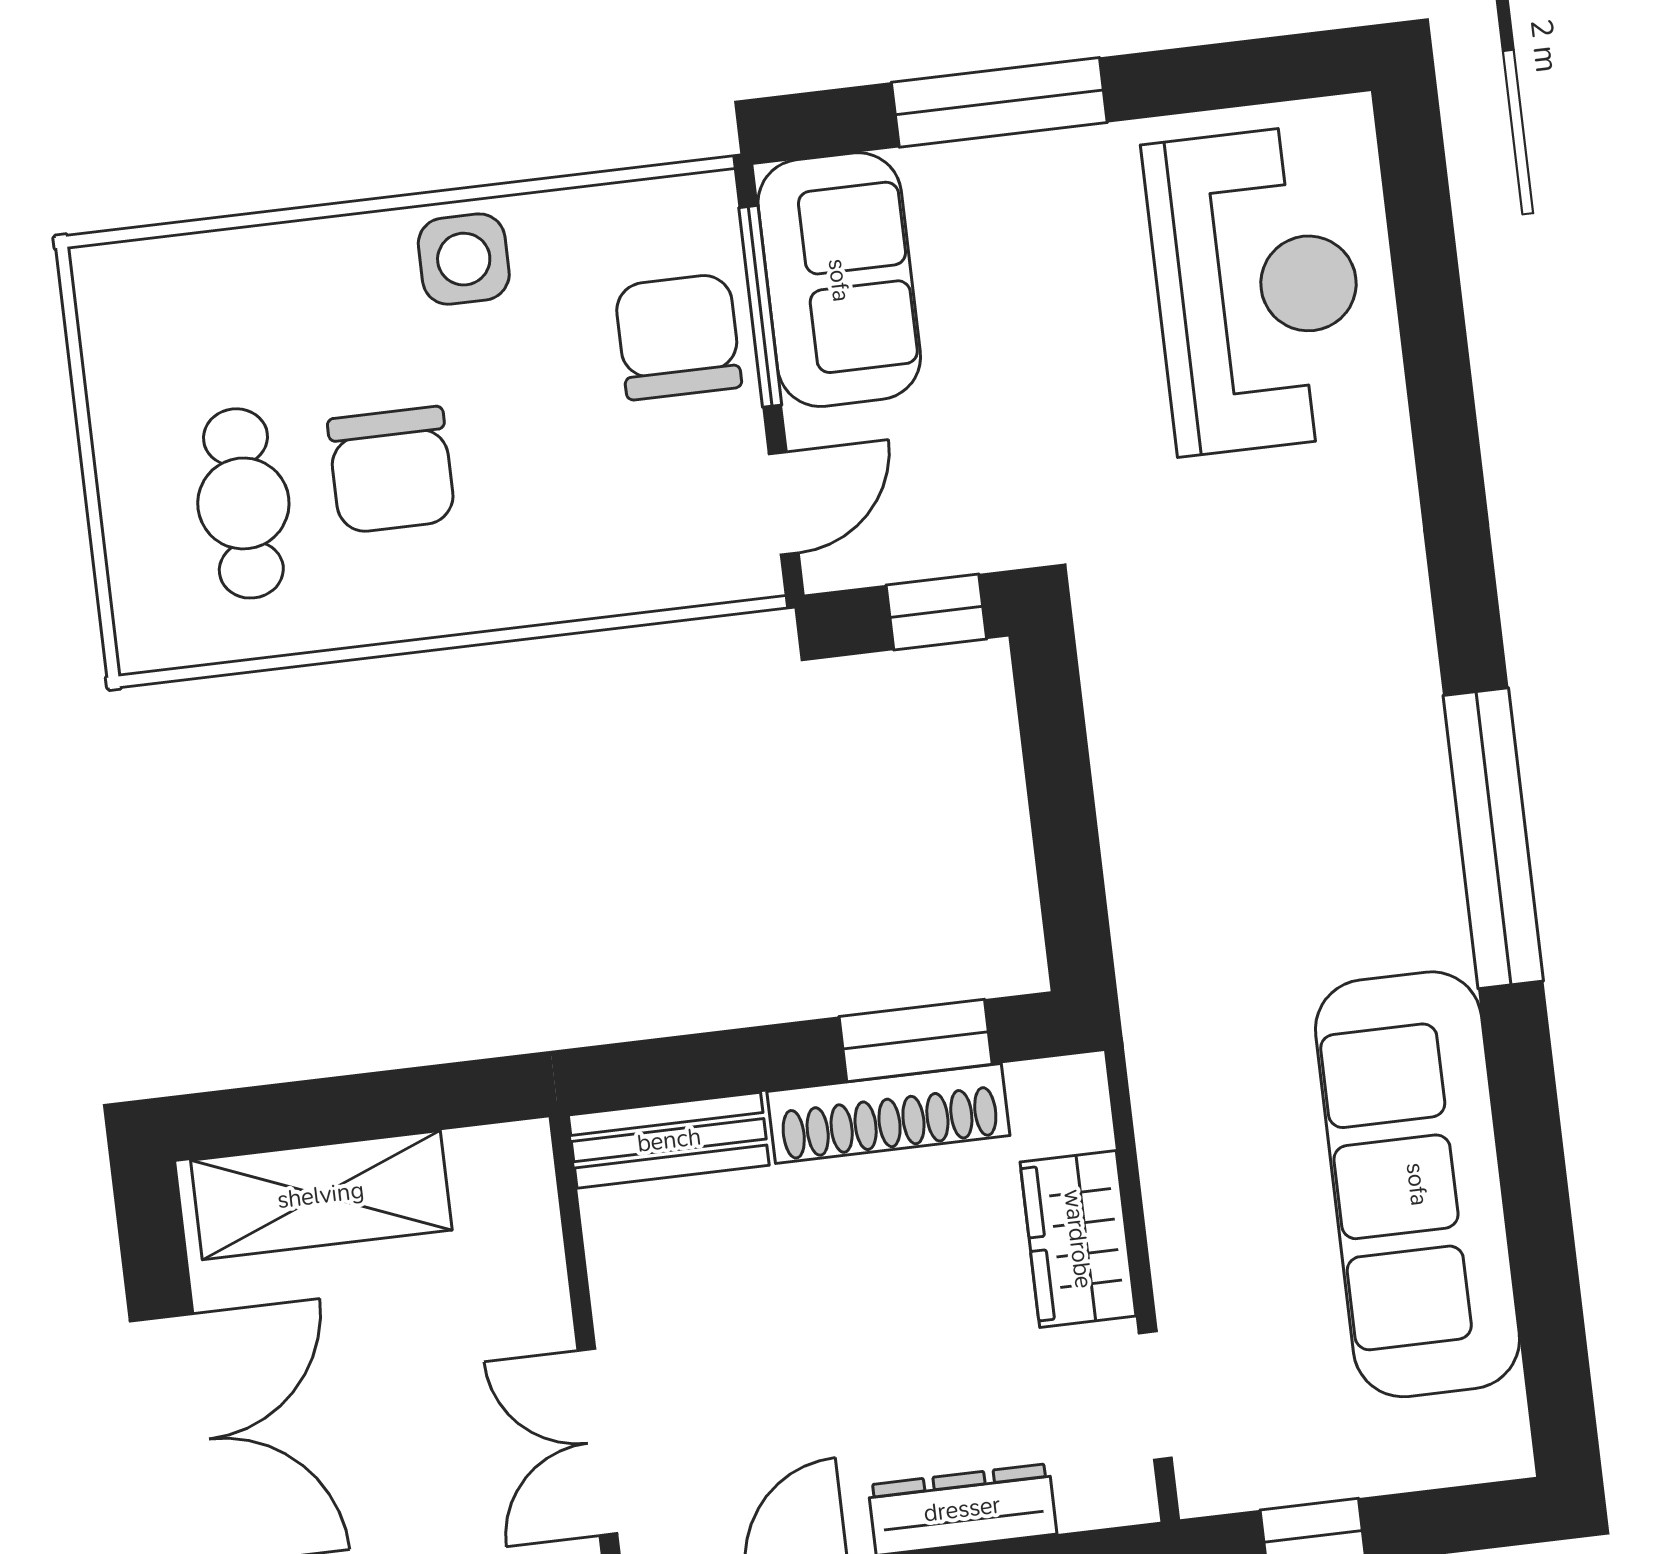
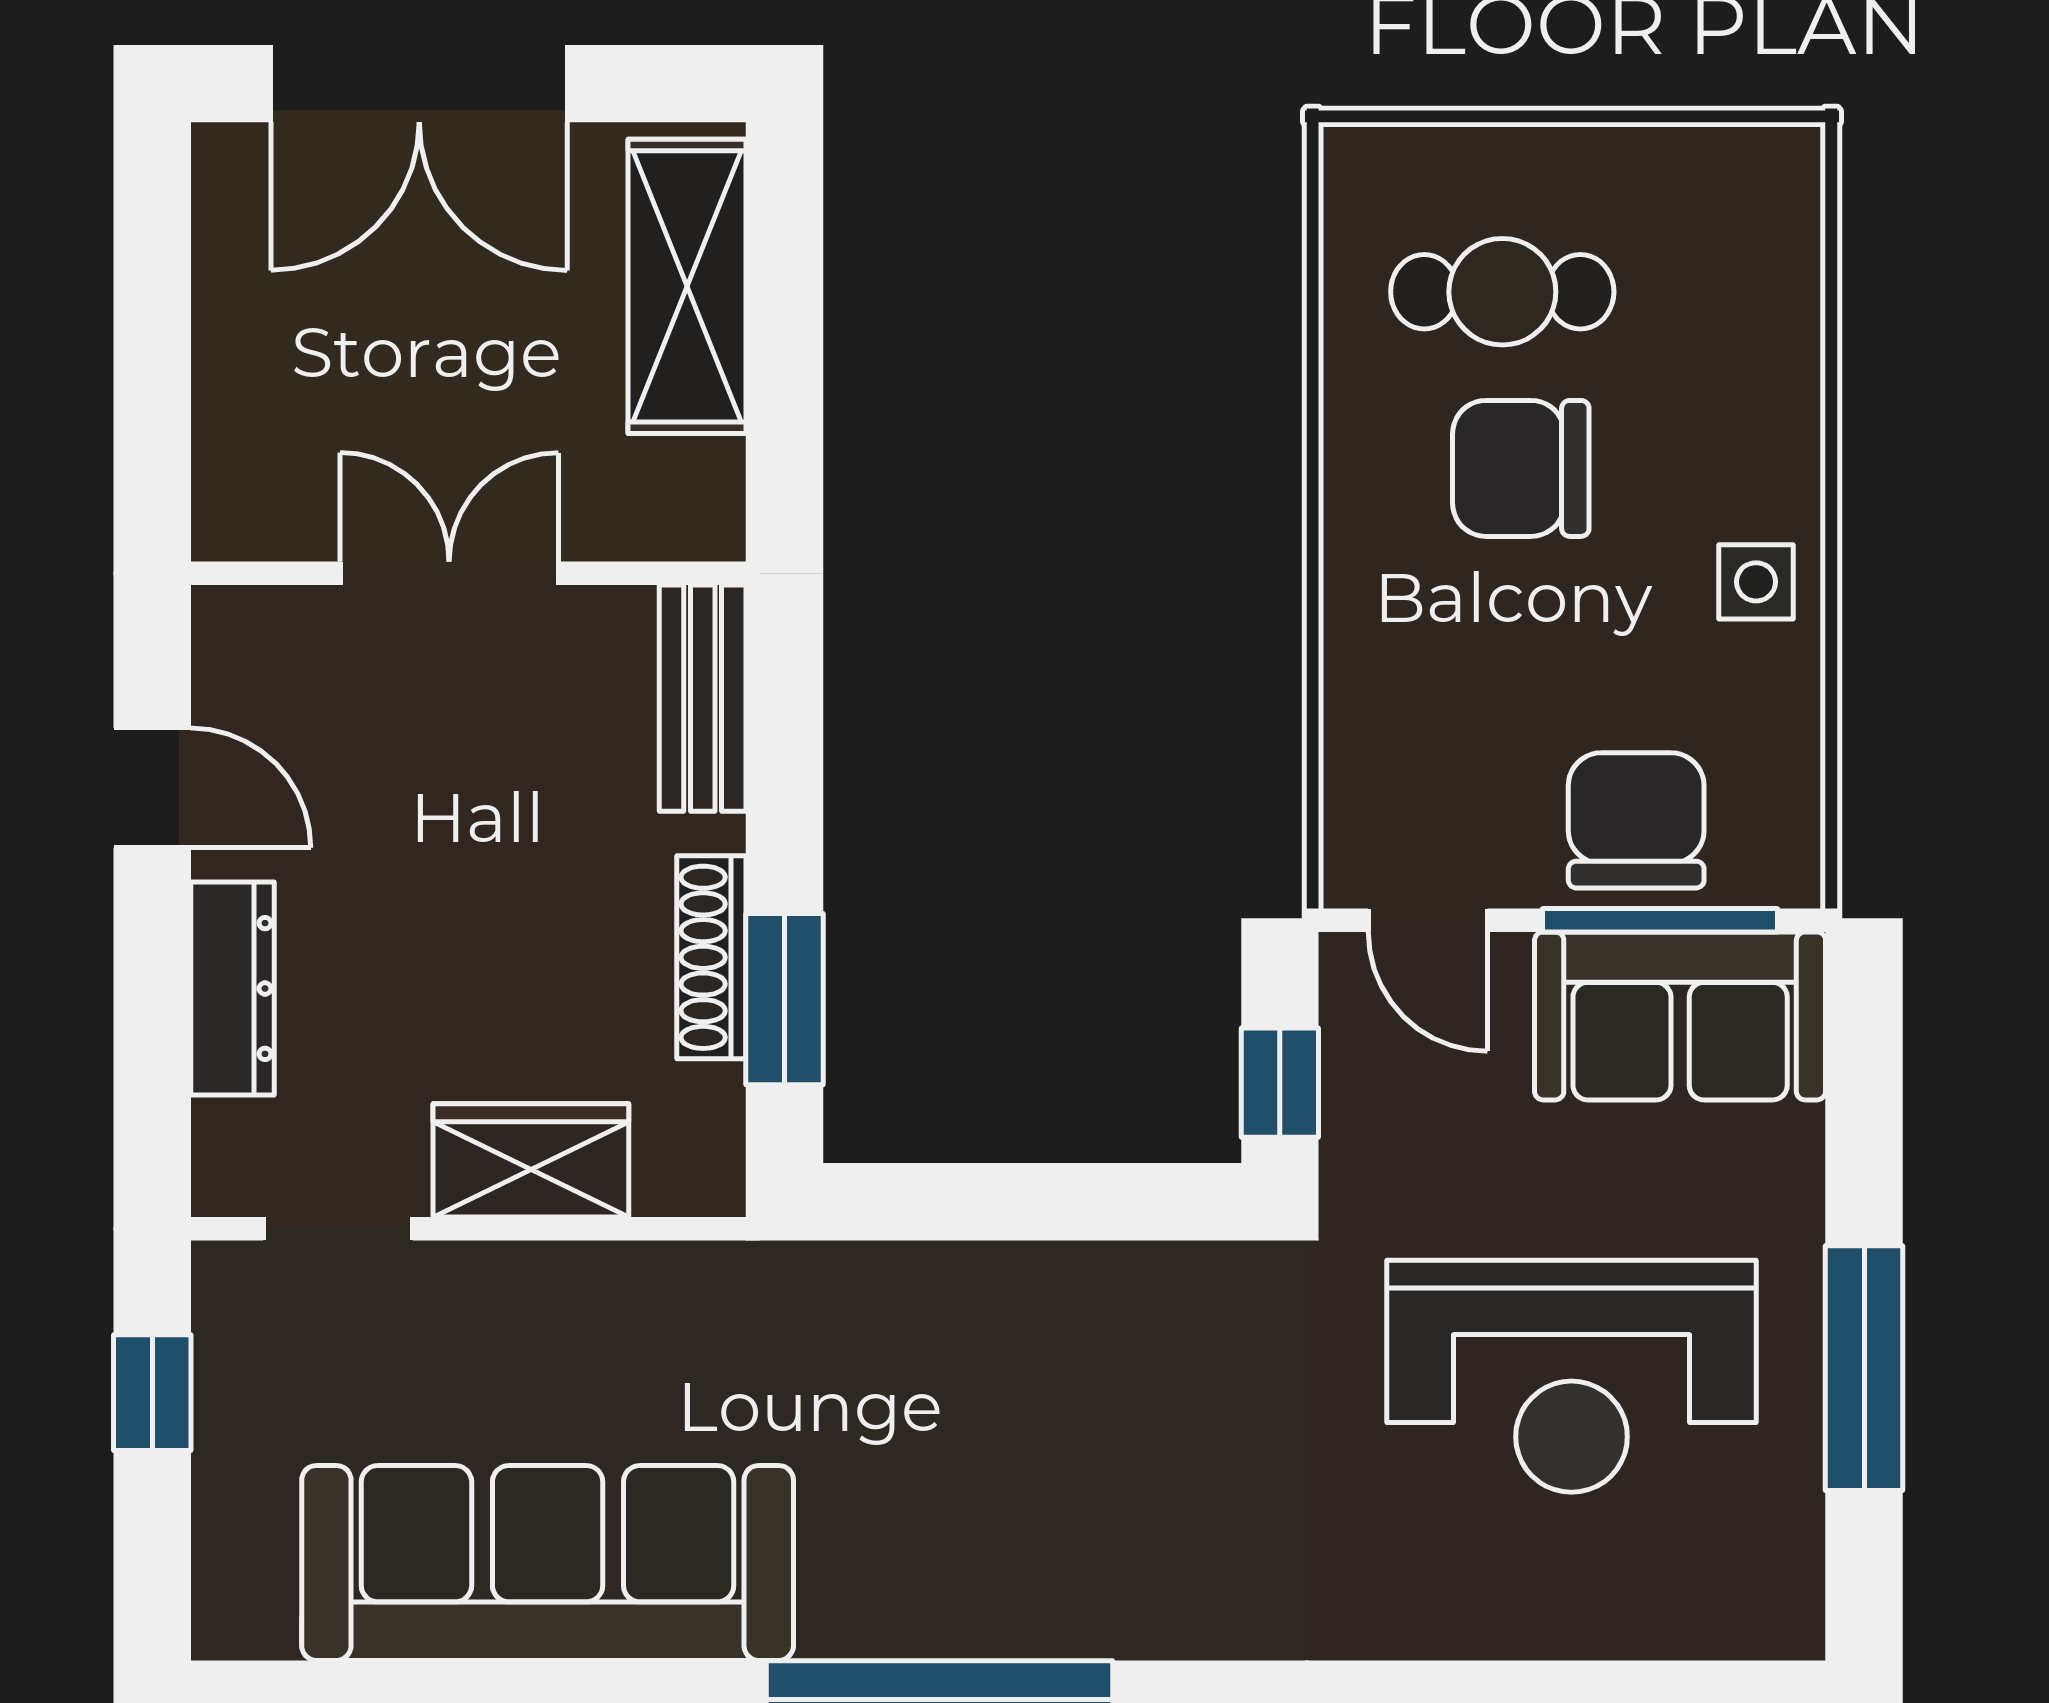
window: (999, 102) -> (1864, 1368), moved
side table: (464, 259) -> (1756, 582), width x0.73, depth x0.73
reception desk: (1257, 290) -> (1572, 1376), moved
chair: (678, 337) -> (1636, 820), turned -90
shoe rack: (888, 1113) -> (711, 957), width x0.74, depth x0.81
double door: (597, 1442) -> (449, 573), moved

